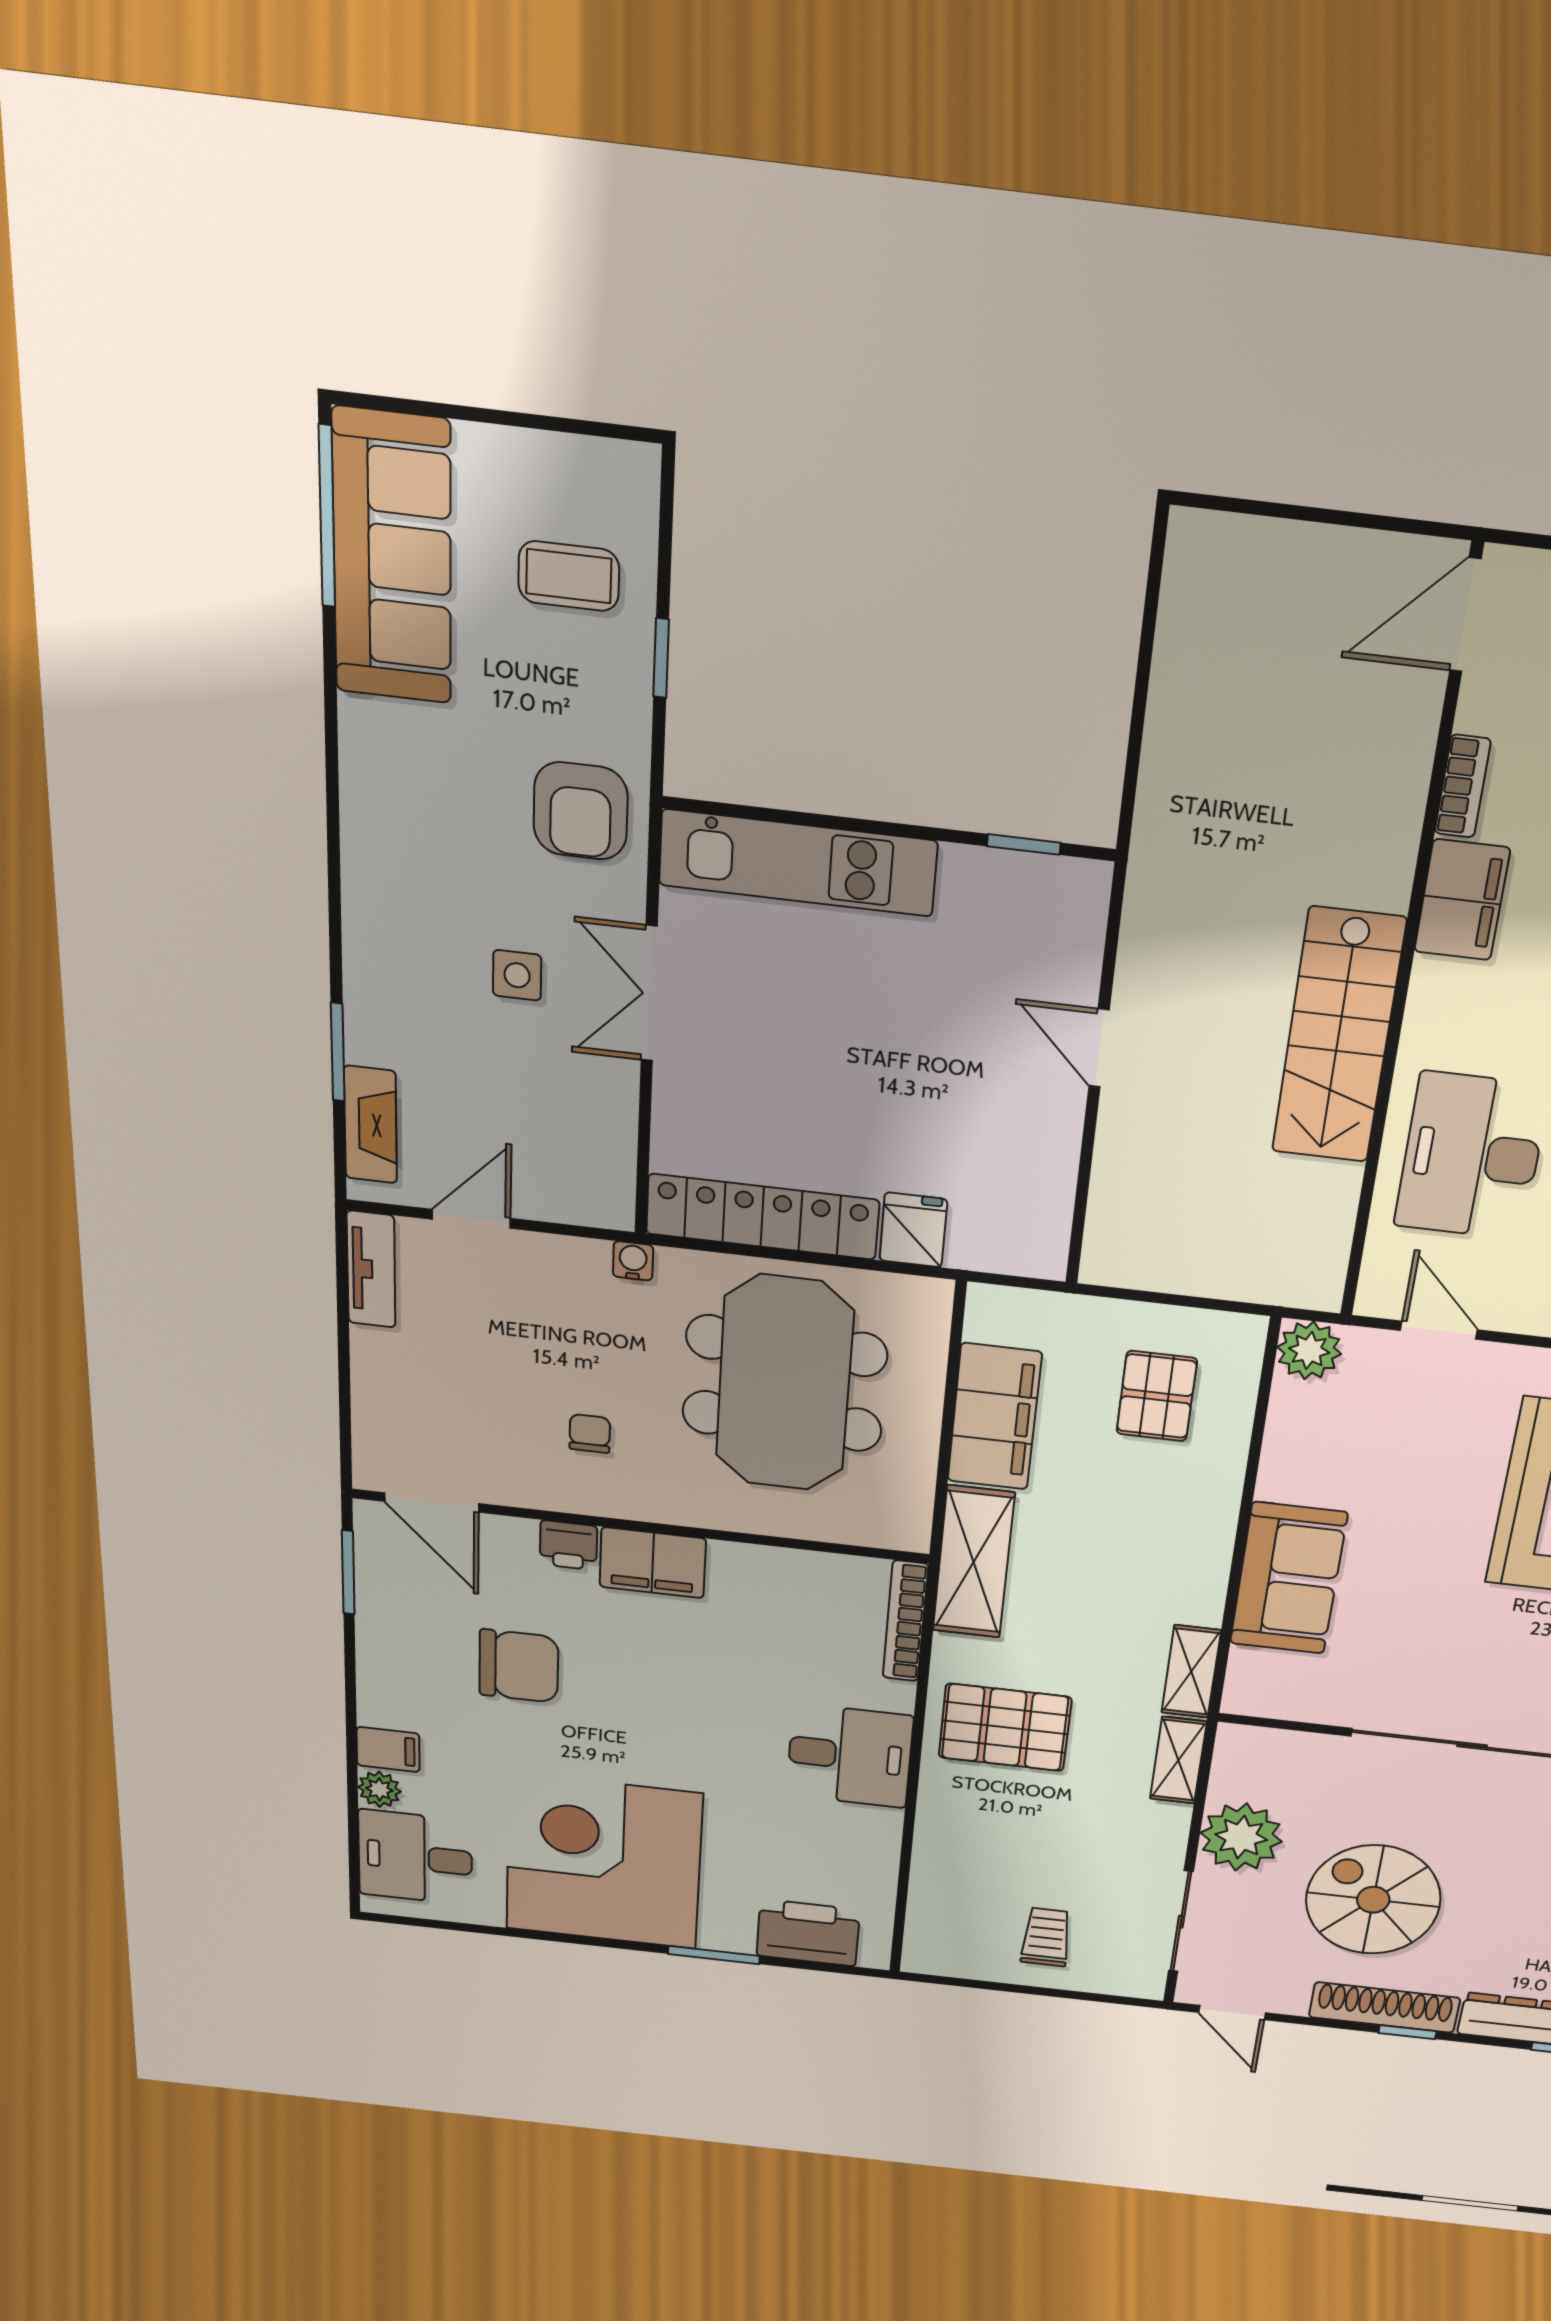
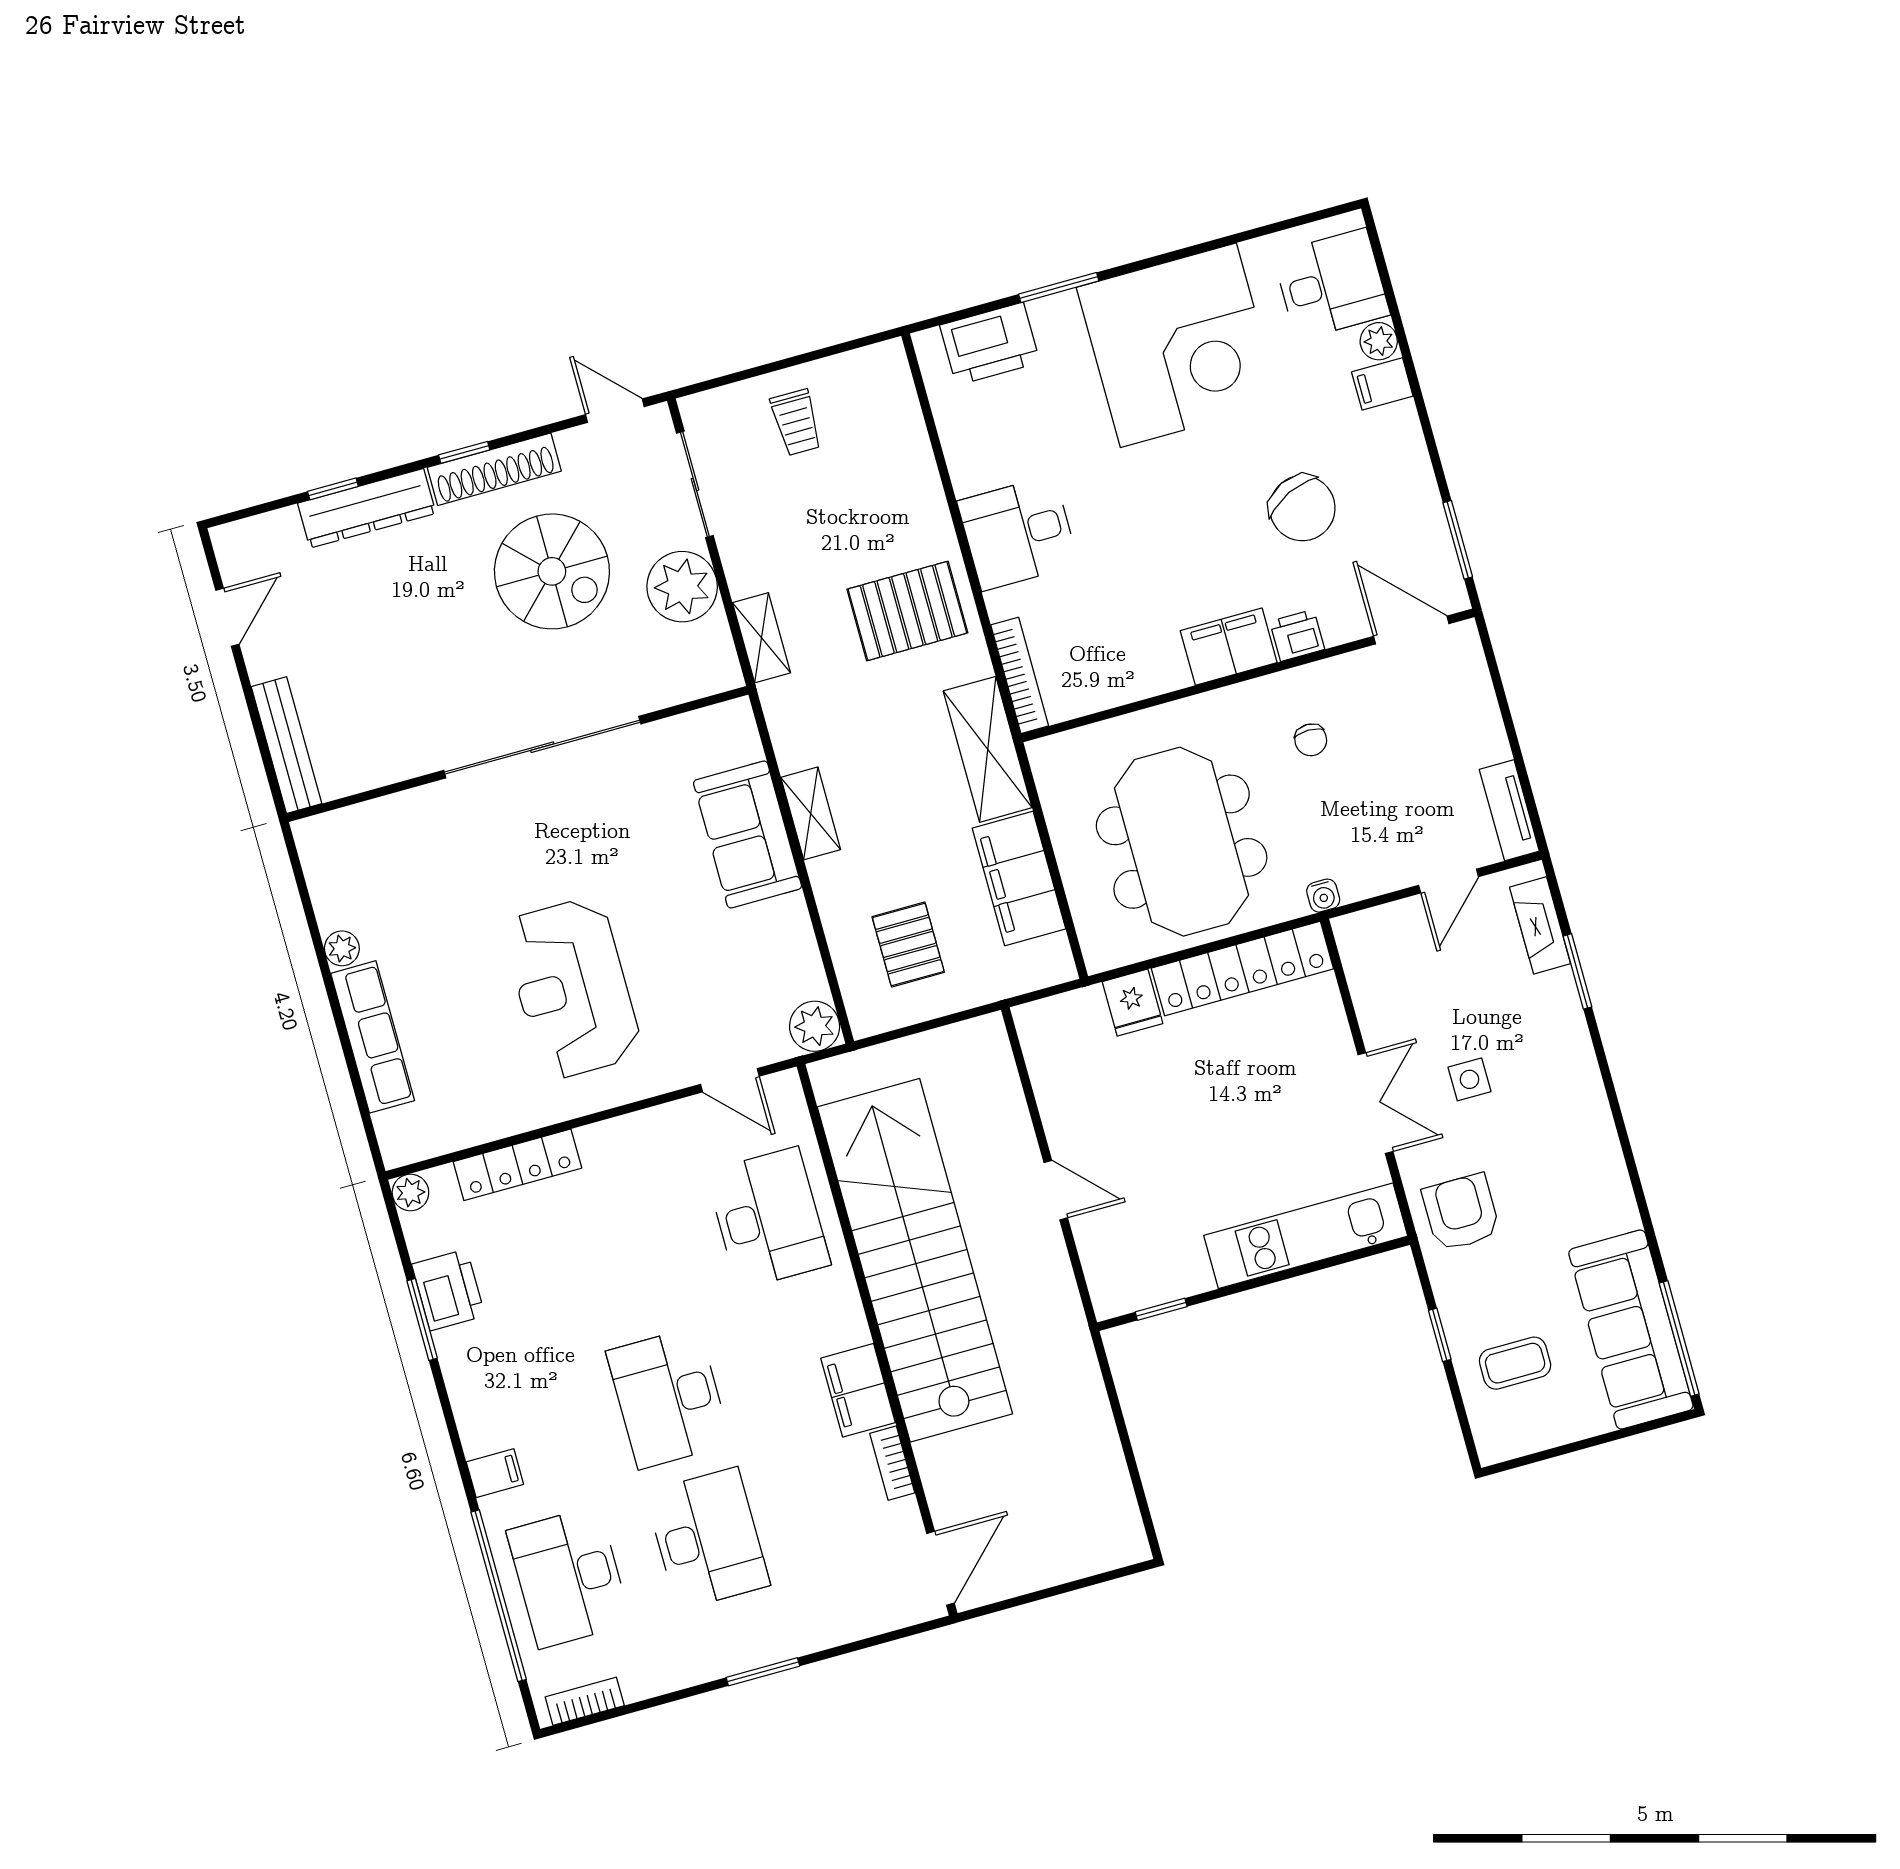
stairs: (1338, 1036) -> (915, 1260), width x1.86, depth x1.51
chair: (519, 1666) -> (1302, 508), turned -115
shelving: (1191, 1672) -> (811, 813), moved

